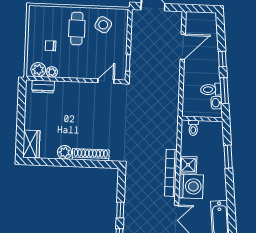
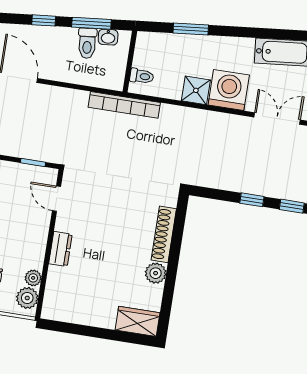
dresser: (43, 86) -> (60, 249), moved
bookcase: (171, 173) -> (124, 105), moved

